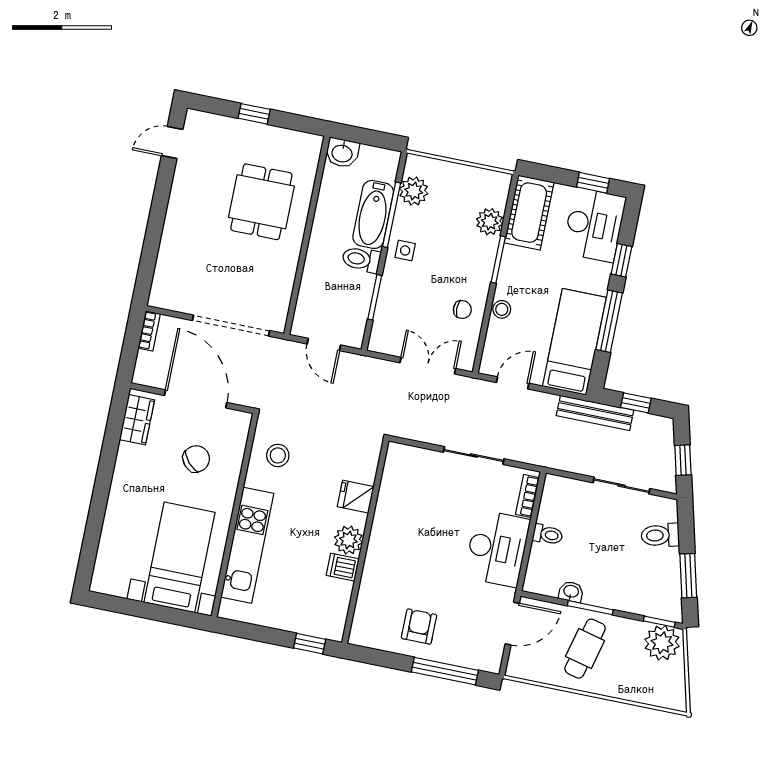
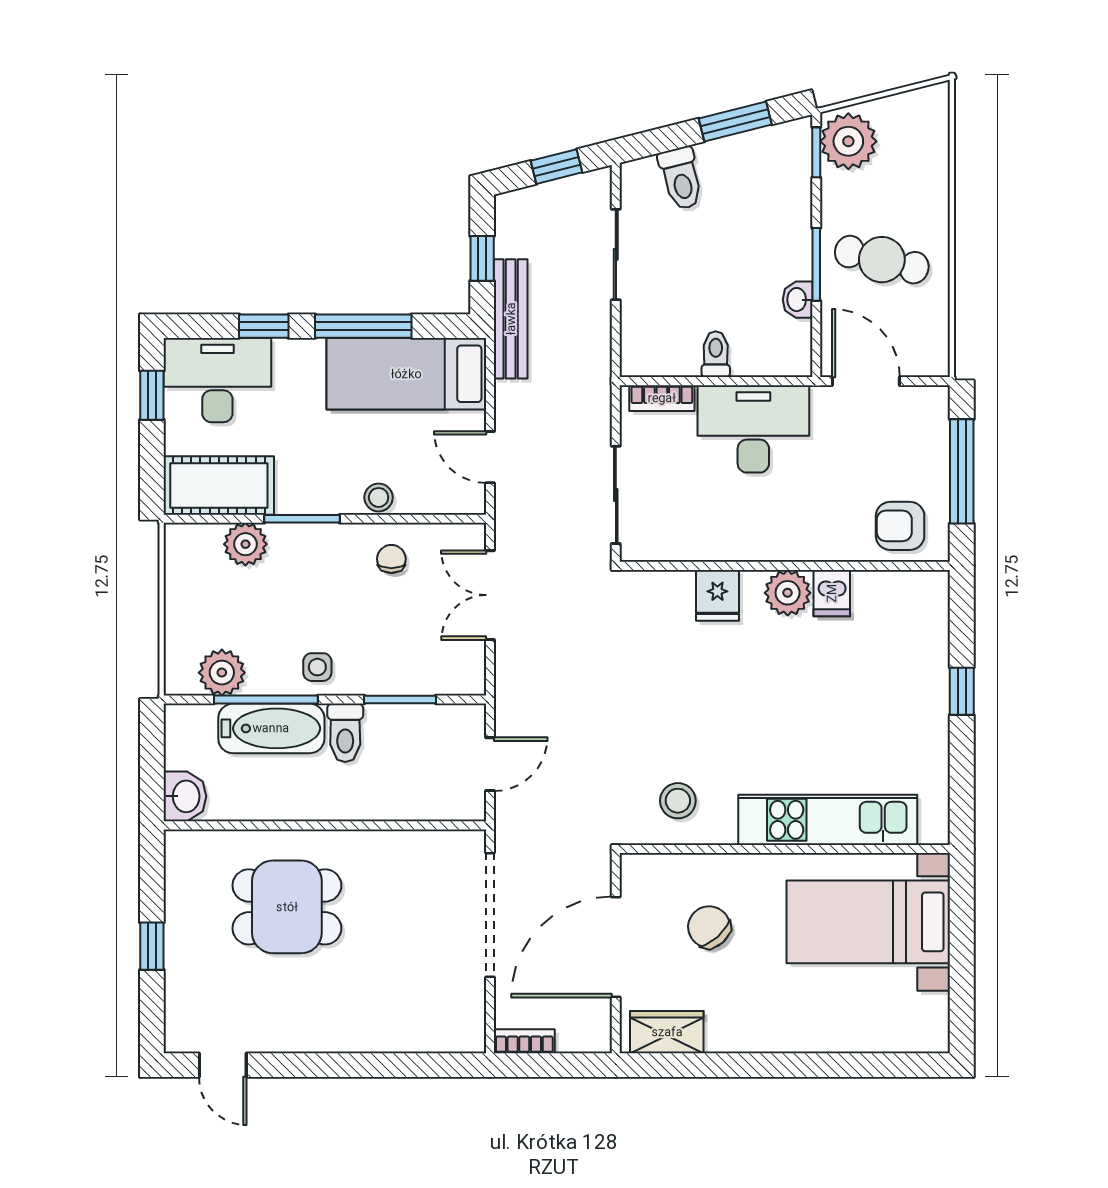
fridge: (356, 497) -> (717, 595), moved
plant: (348, 540) -> (788, 593), moved
wall: (365, 542) -> (785, 566), moved
dishwasher: (343, 567) -> (832, 593), moved

